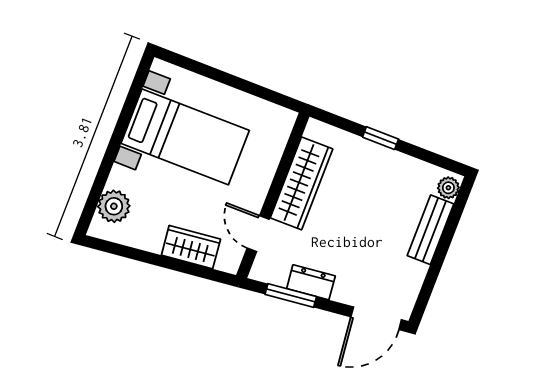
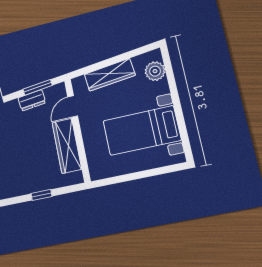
door: (258, 234) -> (73, 106), swing flipped
wardrobe: (191, 247) -> (110, 75), width x1.50

